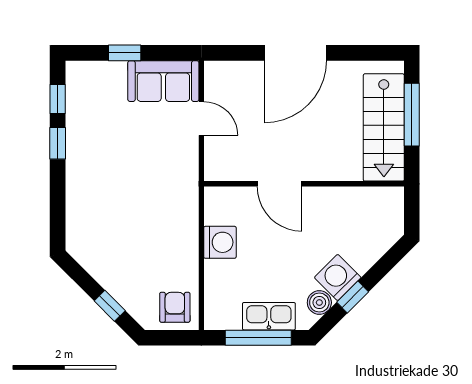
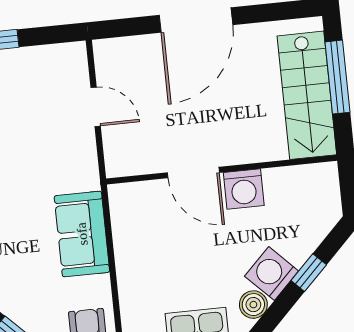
sofa: (163, 81) -> (82, 234), moved, turned 90
washing machine: (220, 242) -> (244, 189), moved, turned 90
window: (353, 297) -> (309, 273), moved

